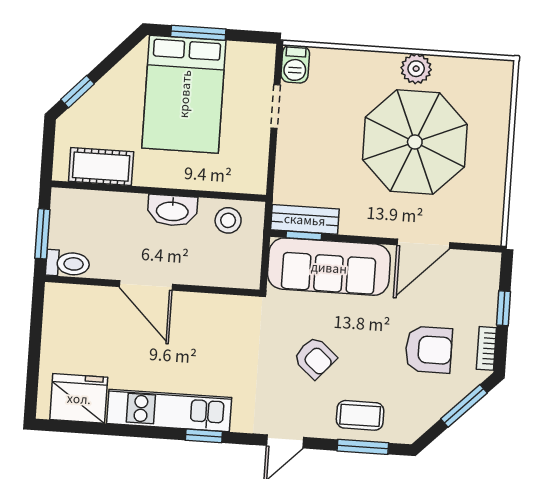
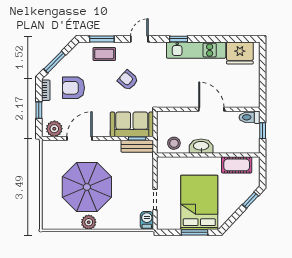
window: (42, 234) -> (263, 131), width x0.67
sofa: (329, 267) -> (132, 124), width x0.73
plant: (474, 267) -> (54, 129), added

